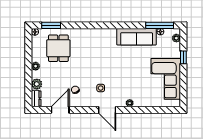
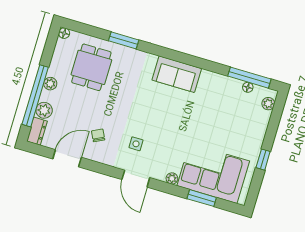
window: (51, 25) -> (124, 40), moved
sofa: (137, 37) -> (177, 74), moved, width x0.73
window: (183, 57) -> (263, 160), moved
window: (28, 77) -> (35, 96), added
corner sofa: (166, 79) -> (213, 173), moved, turned 90
window: (152, 110) -> (202, 198), added

